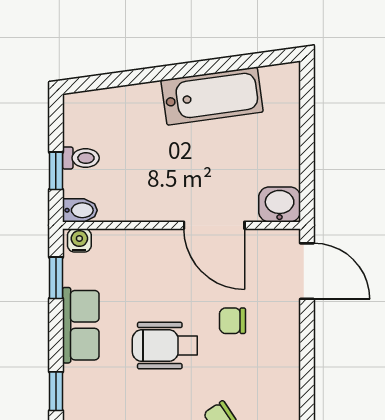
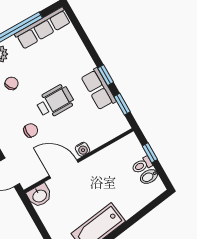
bidet: (80, 210) -> (149, 177), moved
water cooler: (79, 240) -> (83, 149), moved
window: (56, 391) -> (106, 75), moved

